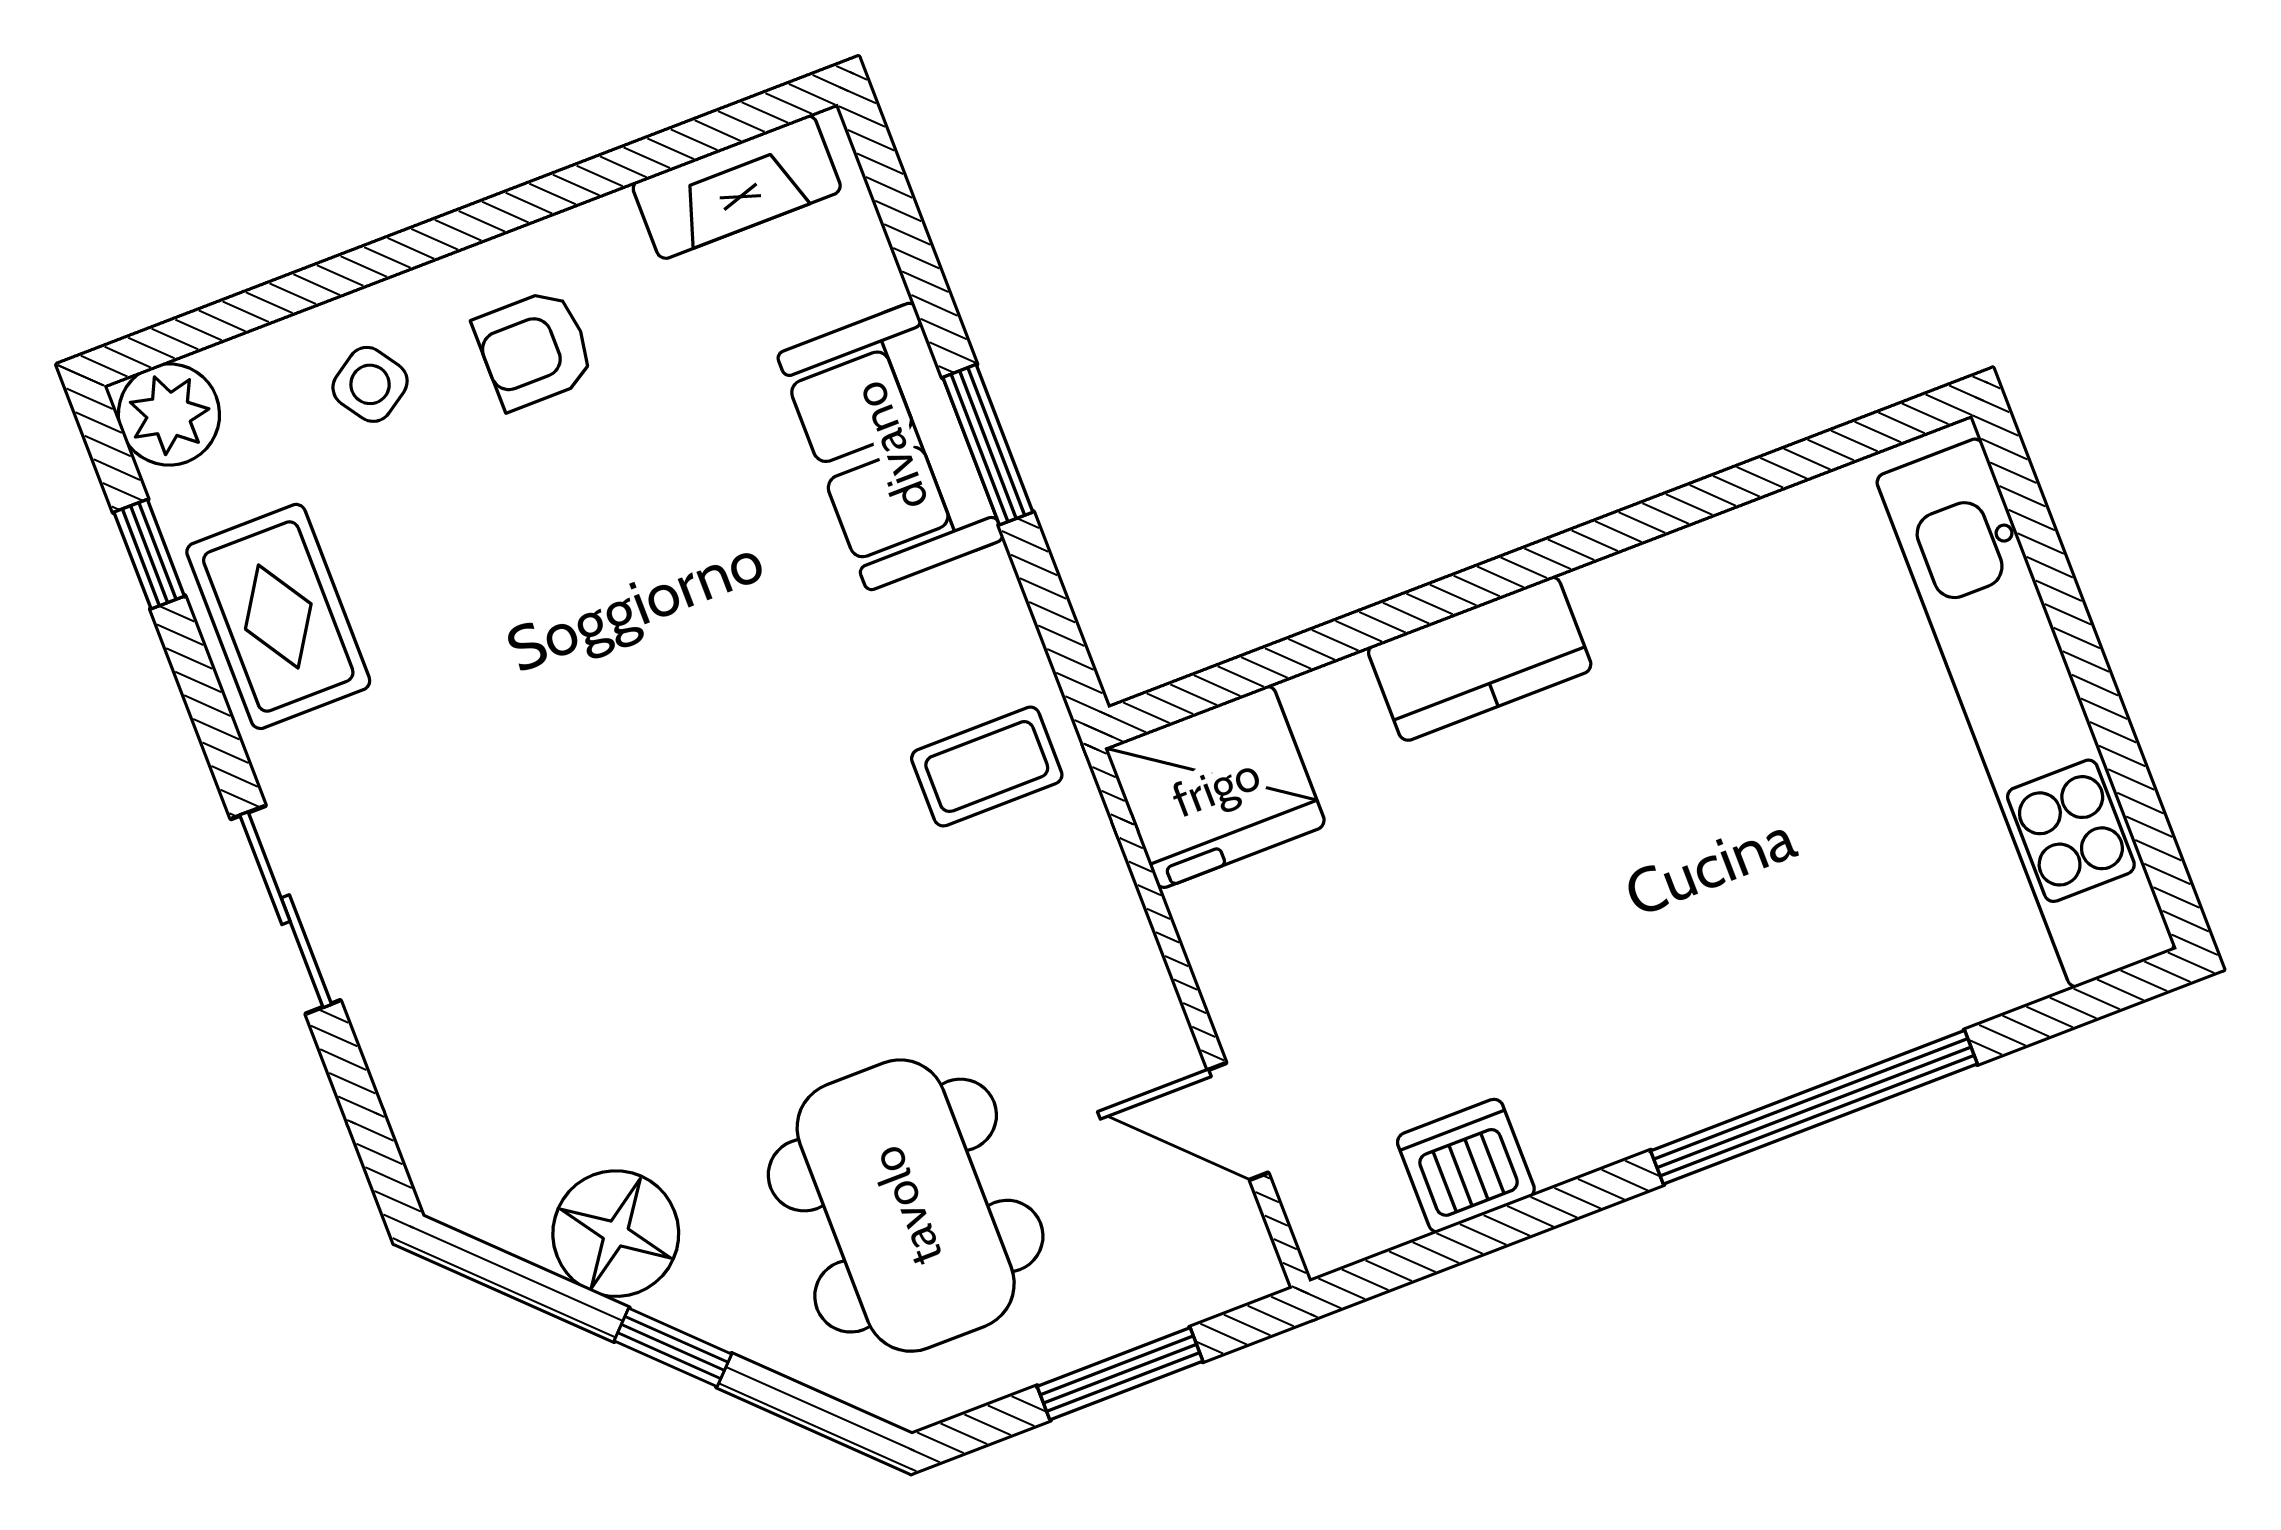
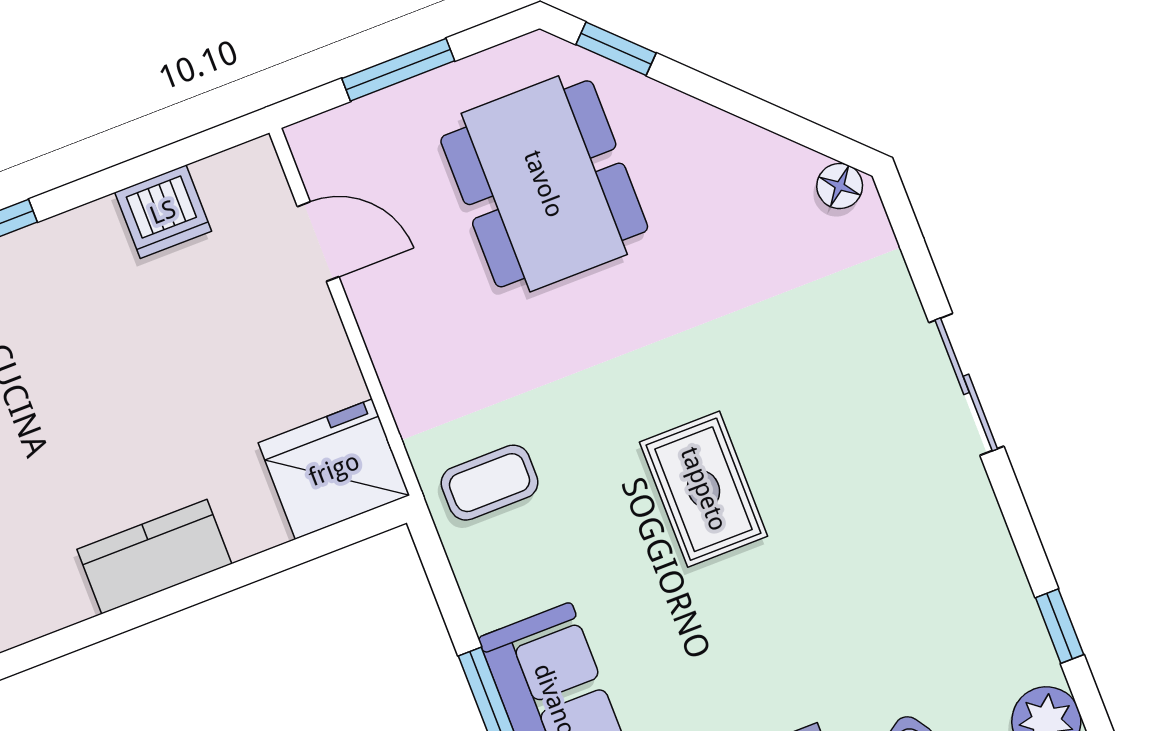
rug: (278, 616) -> (704, 489), moved
floor lamp: (616, 1234) -> (840, 186), moved, width x0.53, depth x0.53
window: (673, 1347) -> (616, 49), moved

